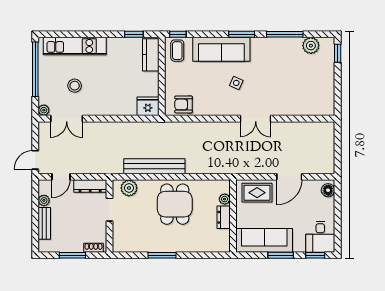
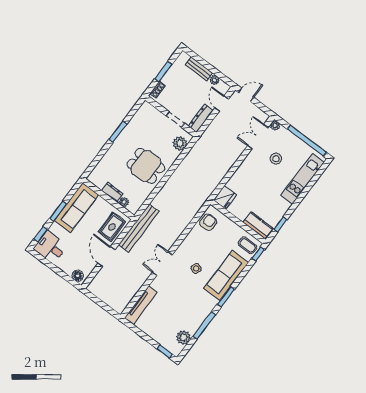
tv unit: (311, 109) -> (141, 305), added
door: (35, 160) -> (246, 95), hinge flipped
bench: (154, 166) -> (139, 228), moved

